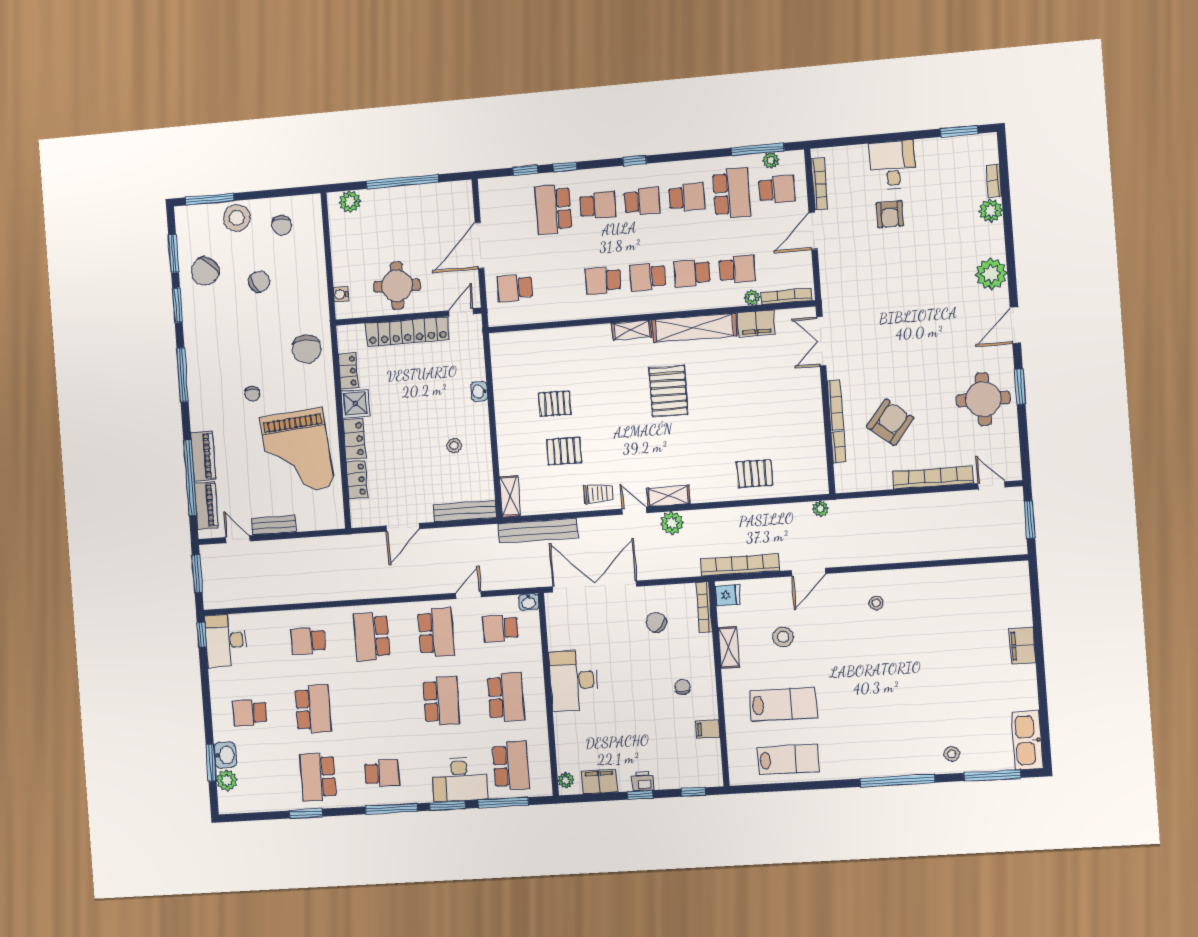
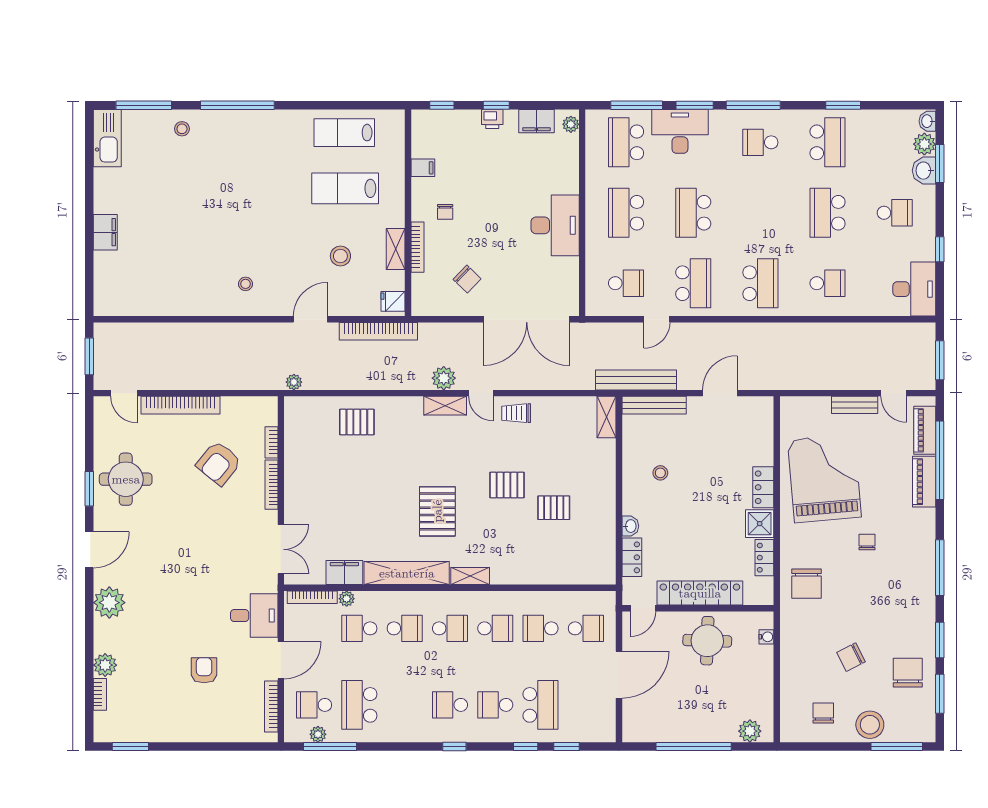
desk: (892, 165) -> (254, 616), moved, turned -90
school desk: (687, 197) -> (541, 628), moved
chair: (205, 271) -> (908, 673), turned -42
chair: (307, 349) -> (807, 584), turned 180
pallet: (564, 451) -> (507, 485), moved
locker: (357, 480) -> (632, 557), moved, turned 180
bench: (538, 531) -> (636, 380), moved
washbasin: (529, 602) -> (927, 121), moved, turned -90
bookcase: (704, 607) -> (417, 247), moved
school desk: (436, 632) -> (693, 283), turned 180
window: (202, 635) -> (940, 249), moved

